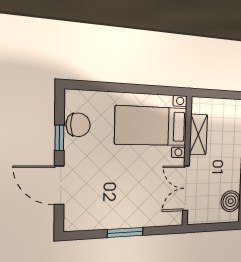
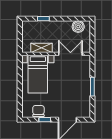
double door: (186, 188) -> (70, 54), swing flipped

